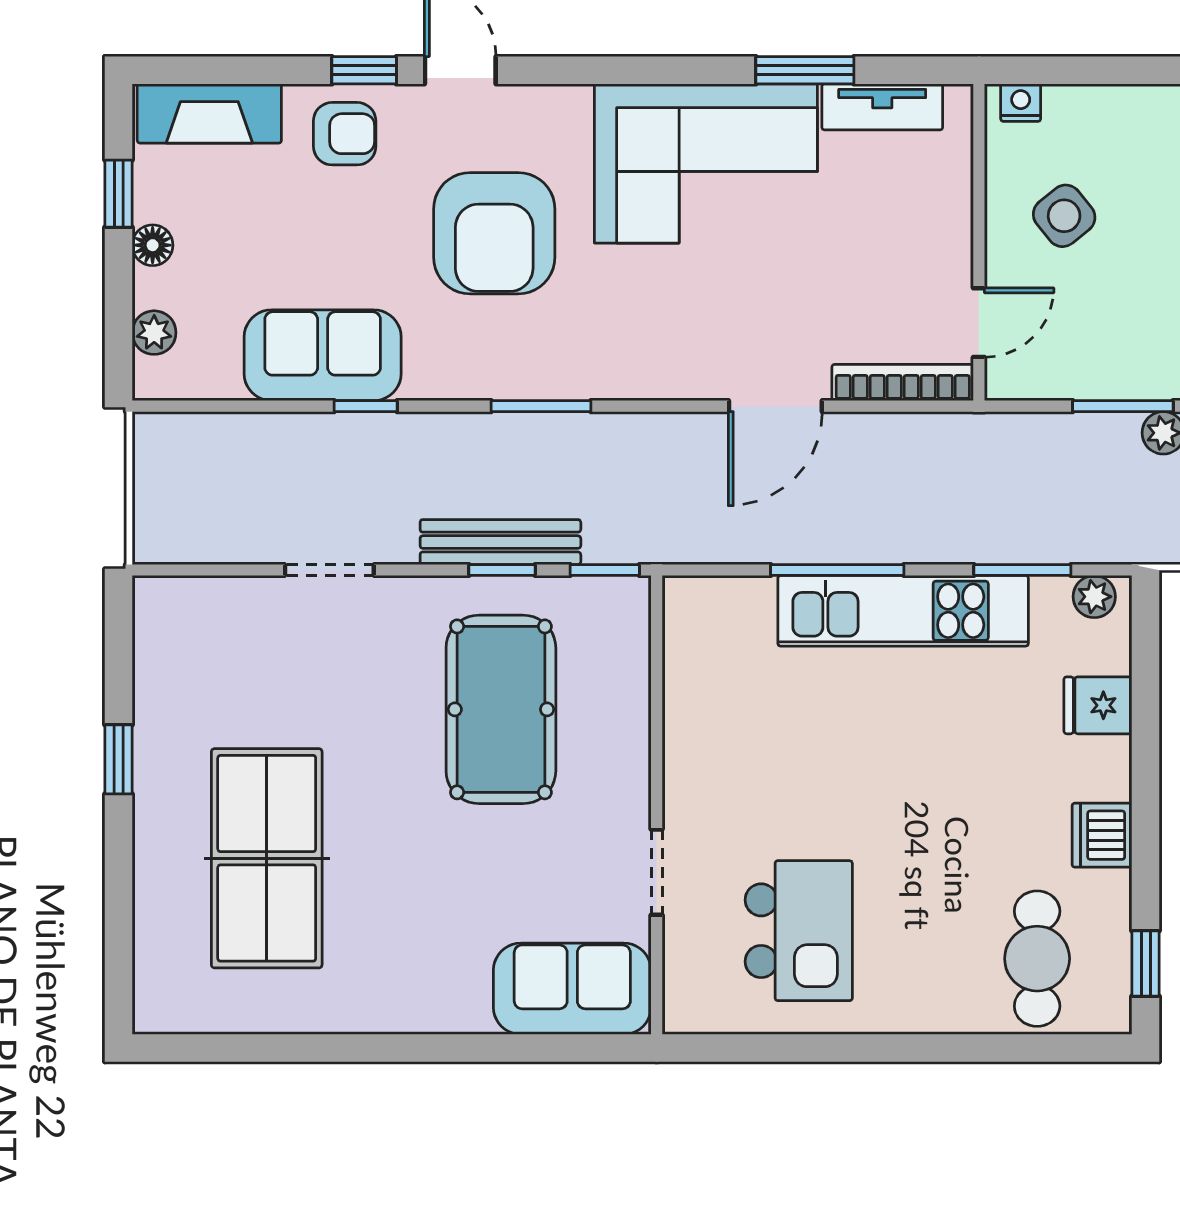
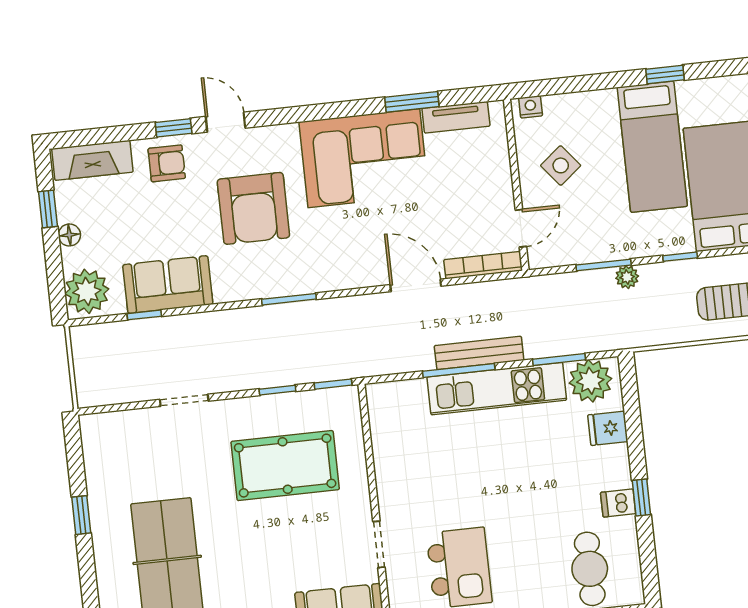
plant: (154, 333) -> (87, 291), width x1.87, depth x1.87
window: (366, 406) -> (144, 315), moved
door: (775, 406) -> (416, 285), swing flipped
bench: (500, 542) -> (479, 353), moved
plant: (1094, 597) -> (590, 381), width x1.88, depth x1.88
pool table: (501, 709) -> (285, 466), turned 90
dishwasher: (1102, 835) -> (618, 503), width x0.73
window: (1146, 964) -> (641, 497), moved

